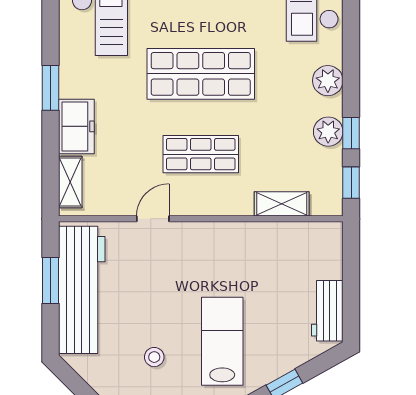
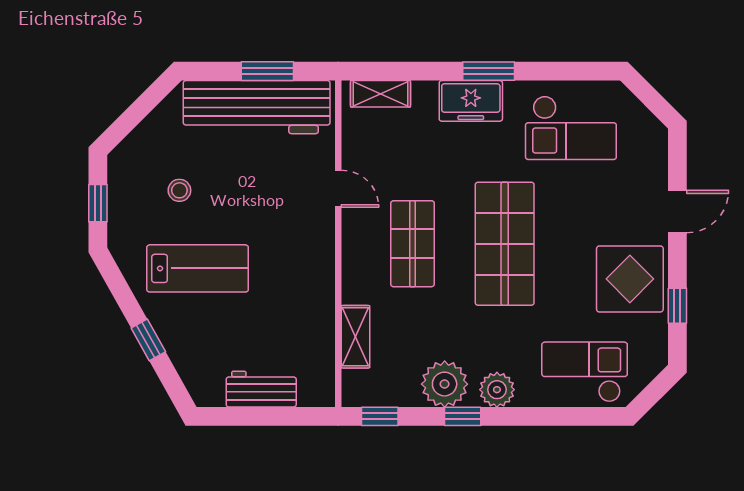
freezer: (76, 126) -> (471, 101), moved
plant: (328, 132) -> (445, 384), width x1.36, depth x1.36
window: (351, 133) -> (463, 416), moved
workbench: (327, 311) -> (261, 389), moved

